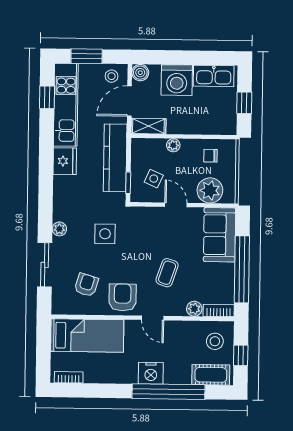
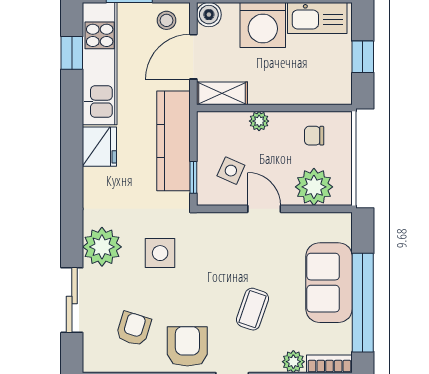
plant: (59, 229) -> (102, 247), width x1.88, depth x1.88
sofa: (219, 235) -> (329, 283), moved

